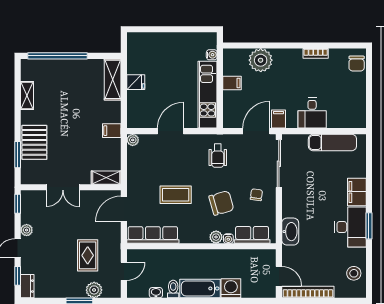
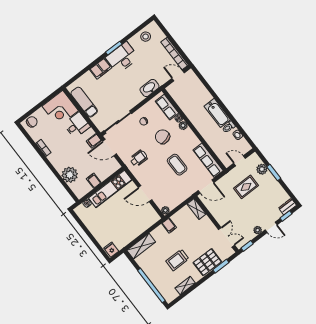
fridge: (136, 82) -> (111, 250), moved
trolley: (64, 109) -> (177, 260), added
corner desk: (347, 109) -> (60, 108), added
double door: (63, 187) -> (227, 237), moved
door: (279, 276) -> (178, 76), hinge flipped
washing machine: (231, 288) -> (204, 96), removed

